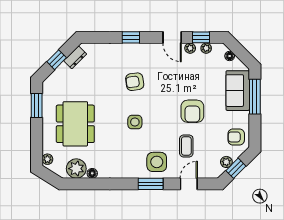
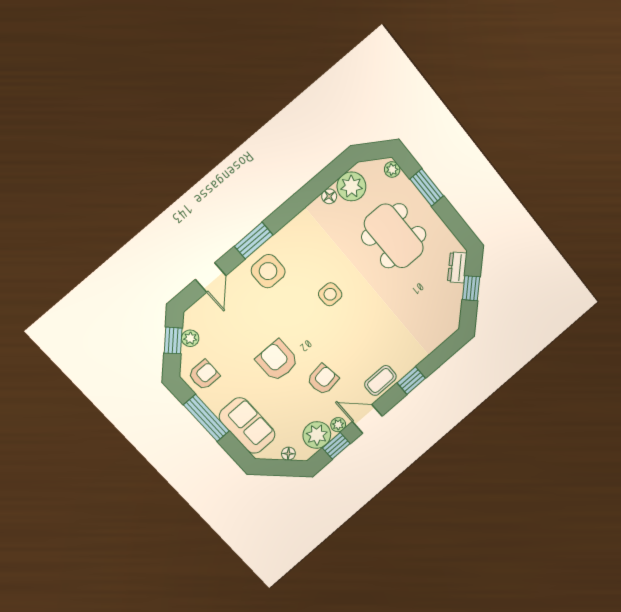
plant: (206, 48) -> (317, 435), width x1.87, depth x1.87
dresser: (75, 57) -> (457, 267), moved
armchair: (135, 82) -> (323, 379), moved
window: (255, 97) -> (206, 418), moved
window: (37, 106) -> (427, 187), moved
coffee table: (186, 146) -> (380, 380), moved, turned 90

